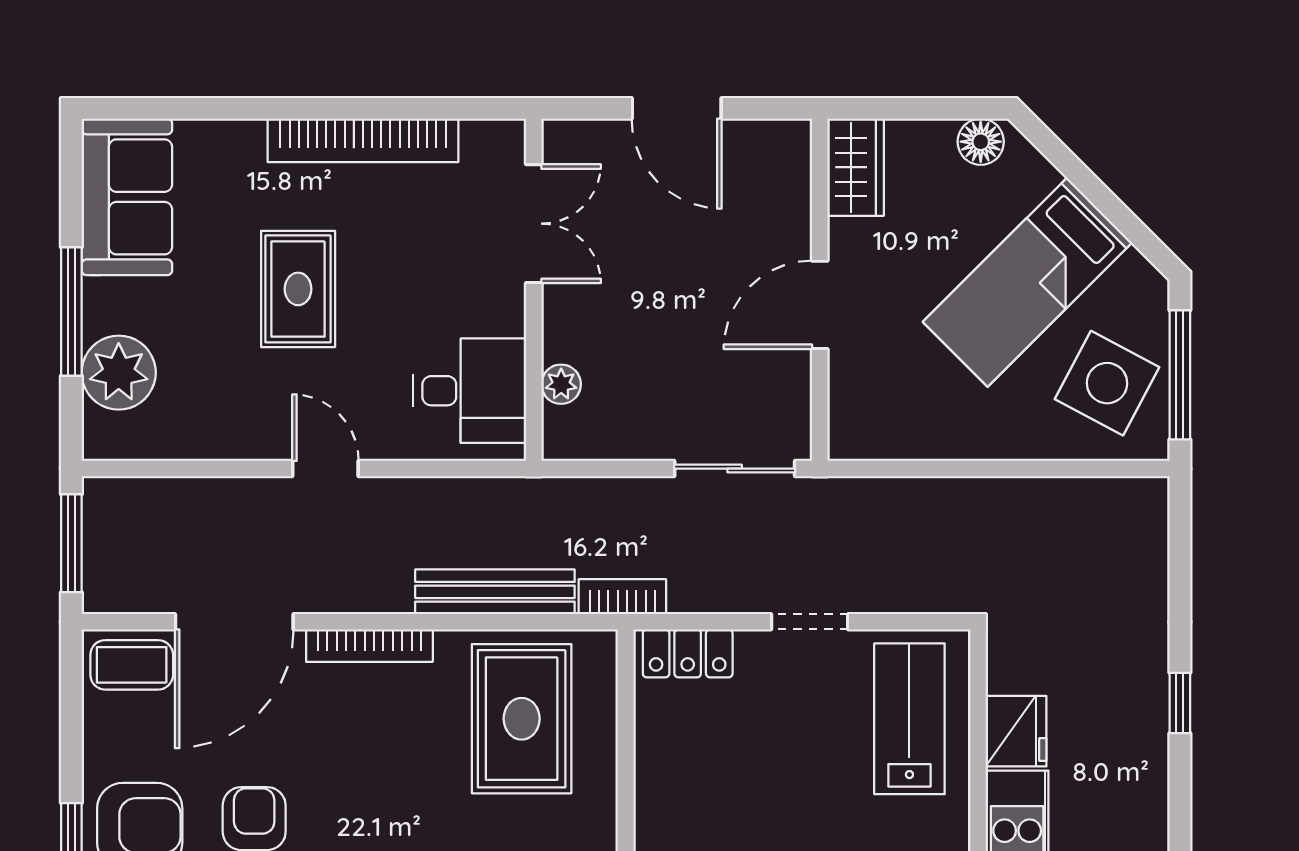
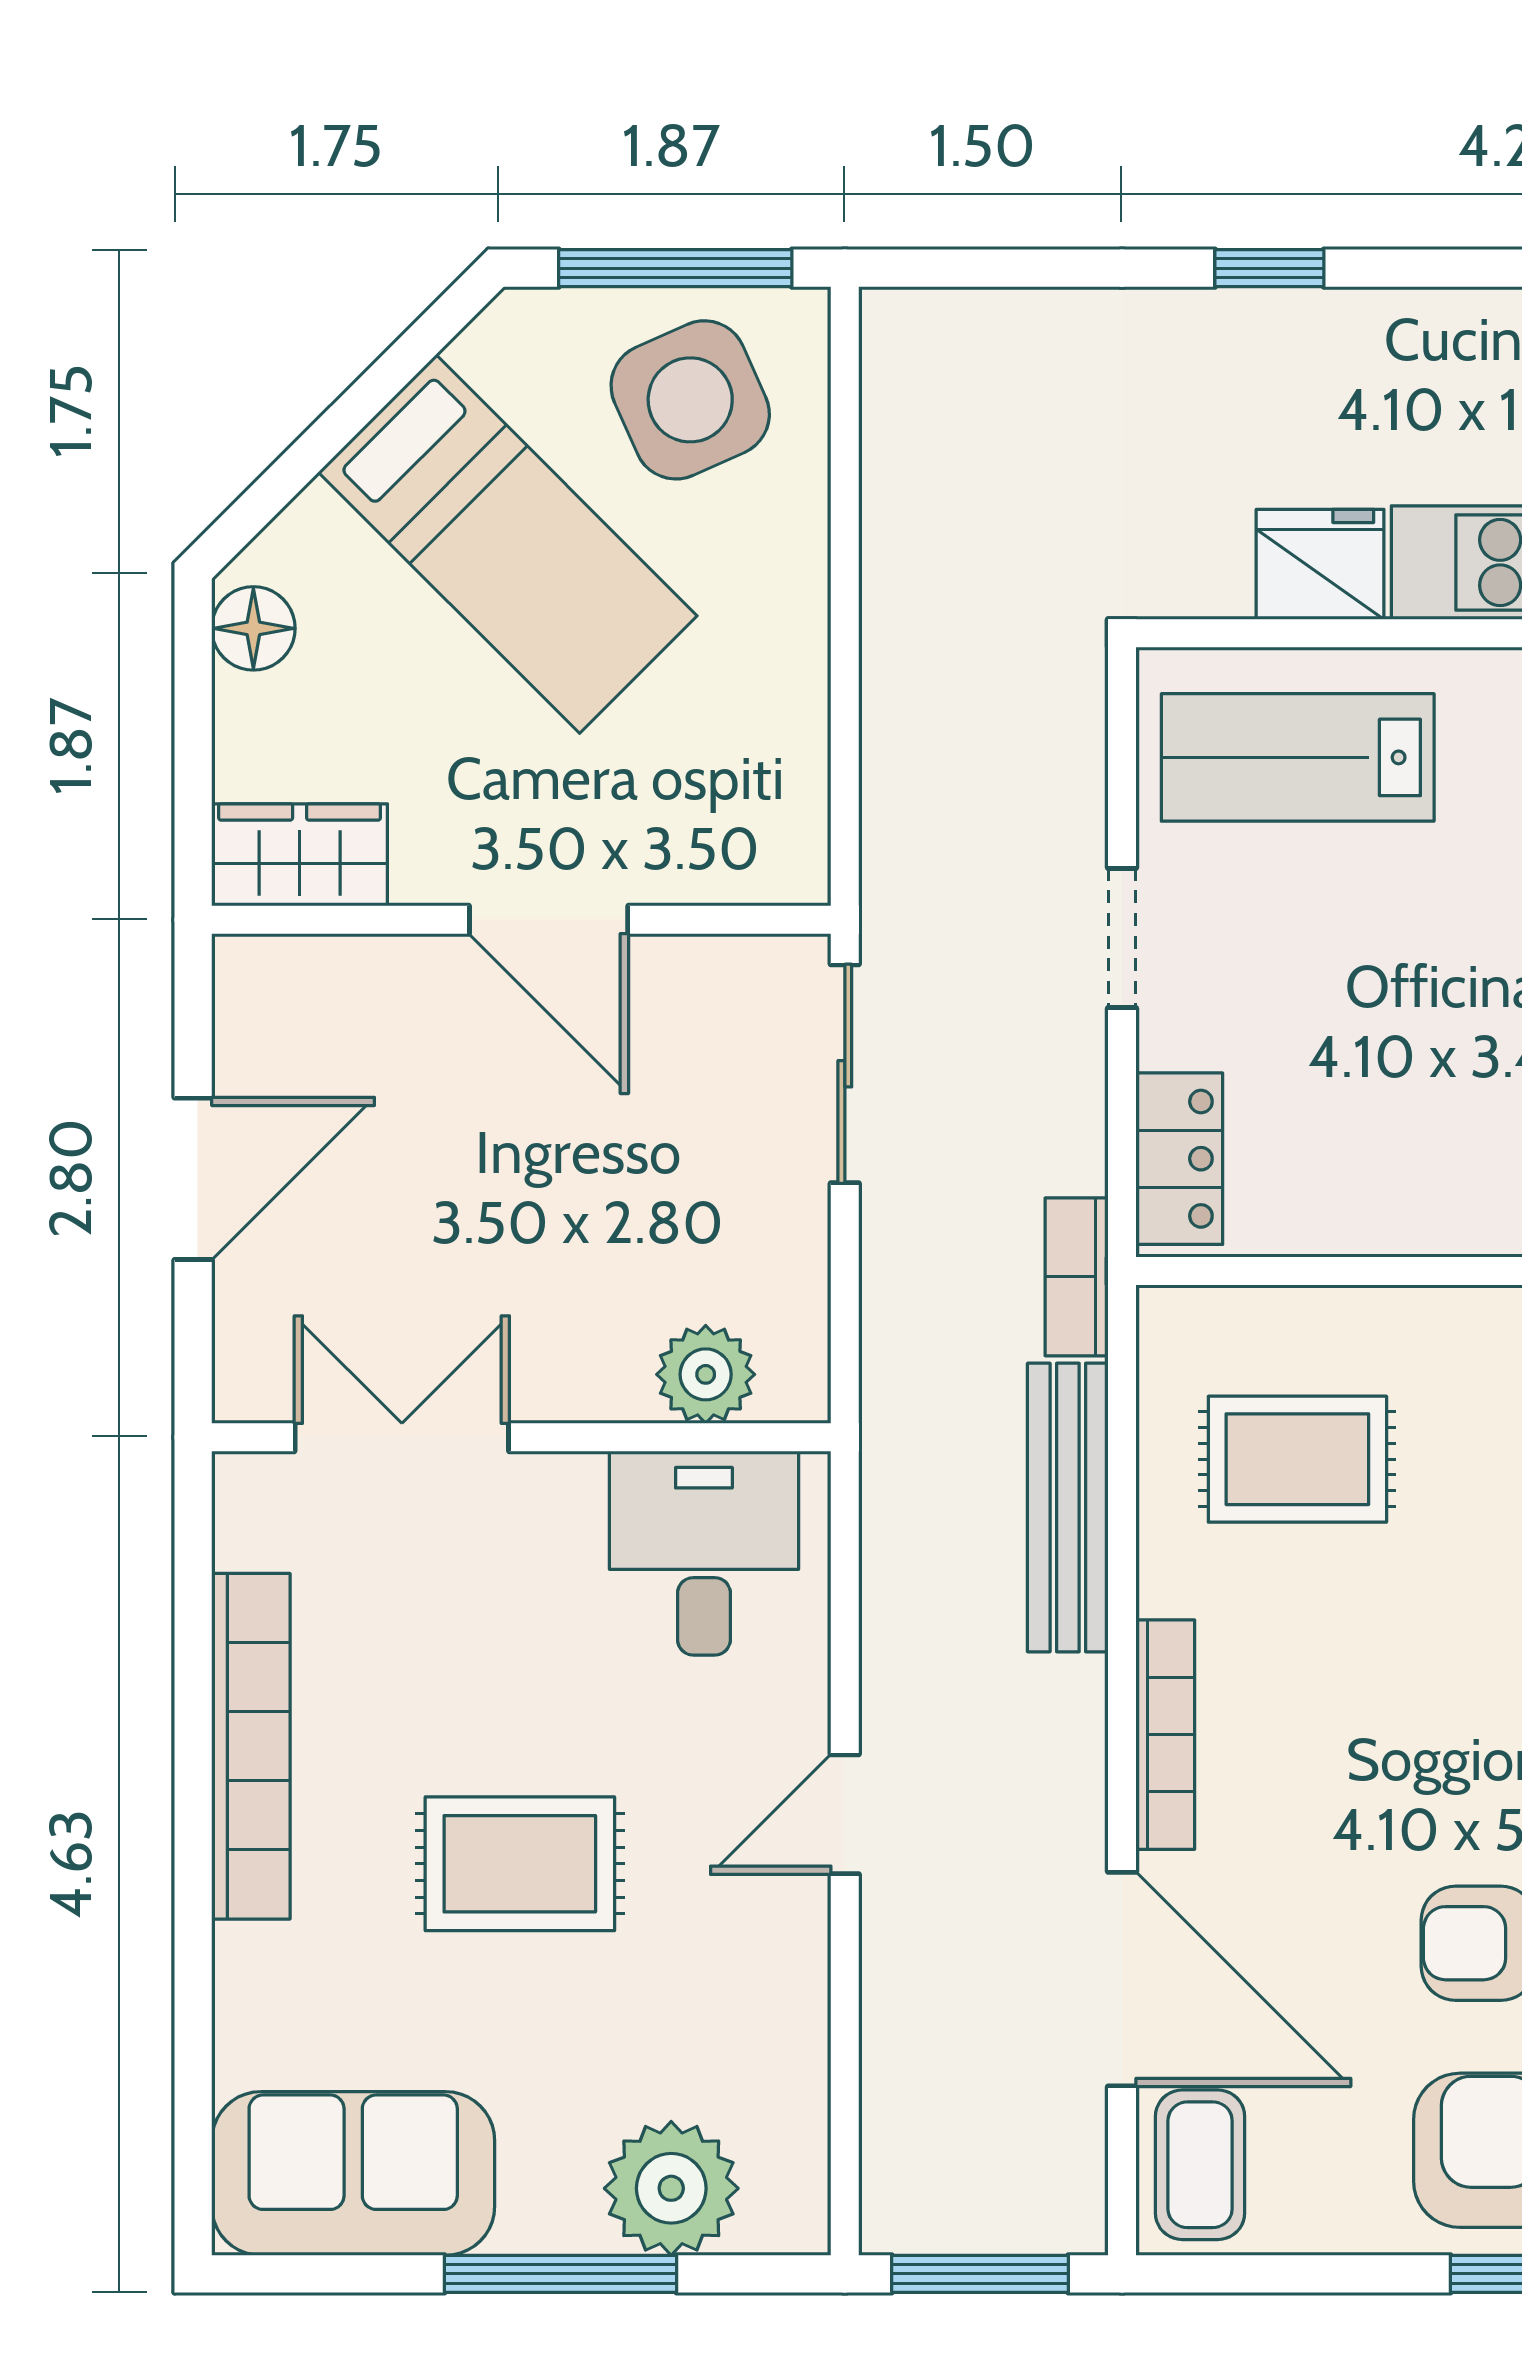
side table: (1107, 383) -> (690, 400), turned 38
plant: (561, 384) -> (706, 1374), width x1.38, depth x1.38
rug: (522, 719) -> (1297, 1459), width x0.73, depth x0.70

